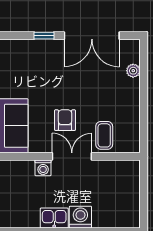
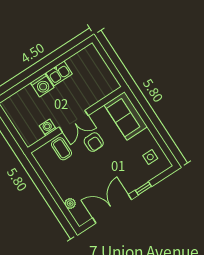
side table: (15, 65) -> (150, 157), added
washing machine: (43, 168) -> (48, 127), moved

